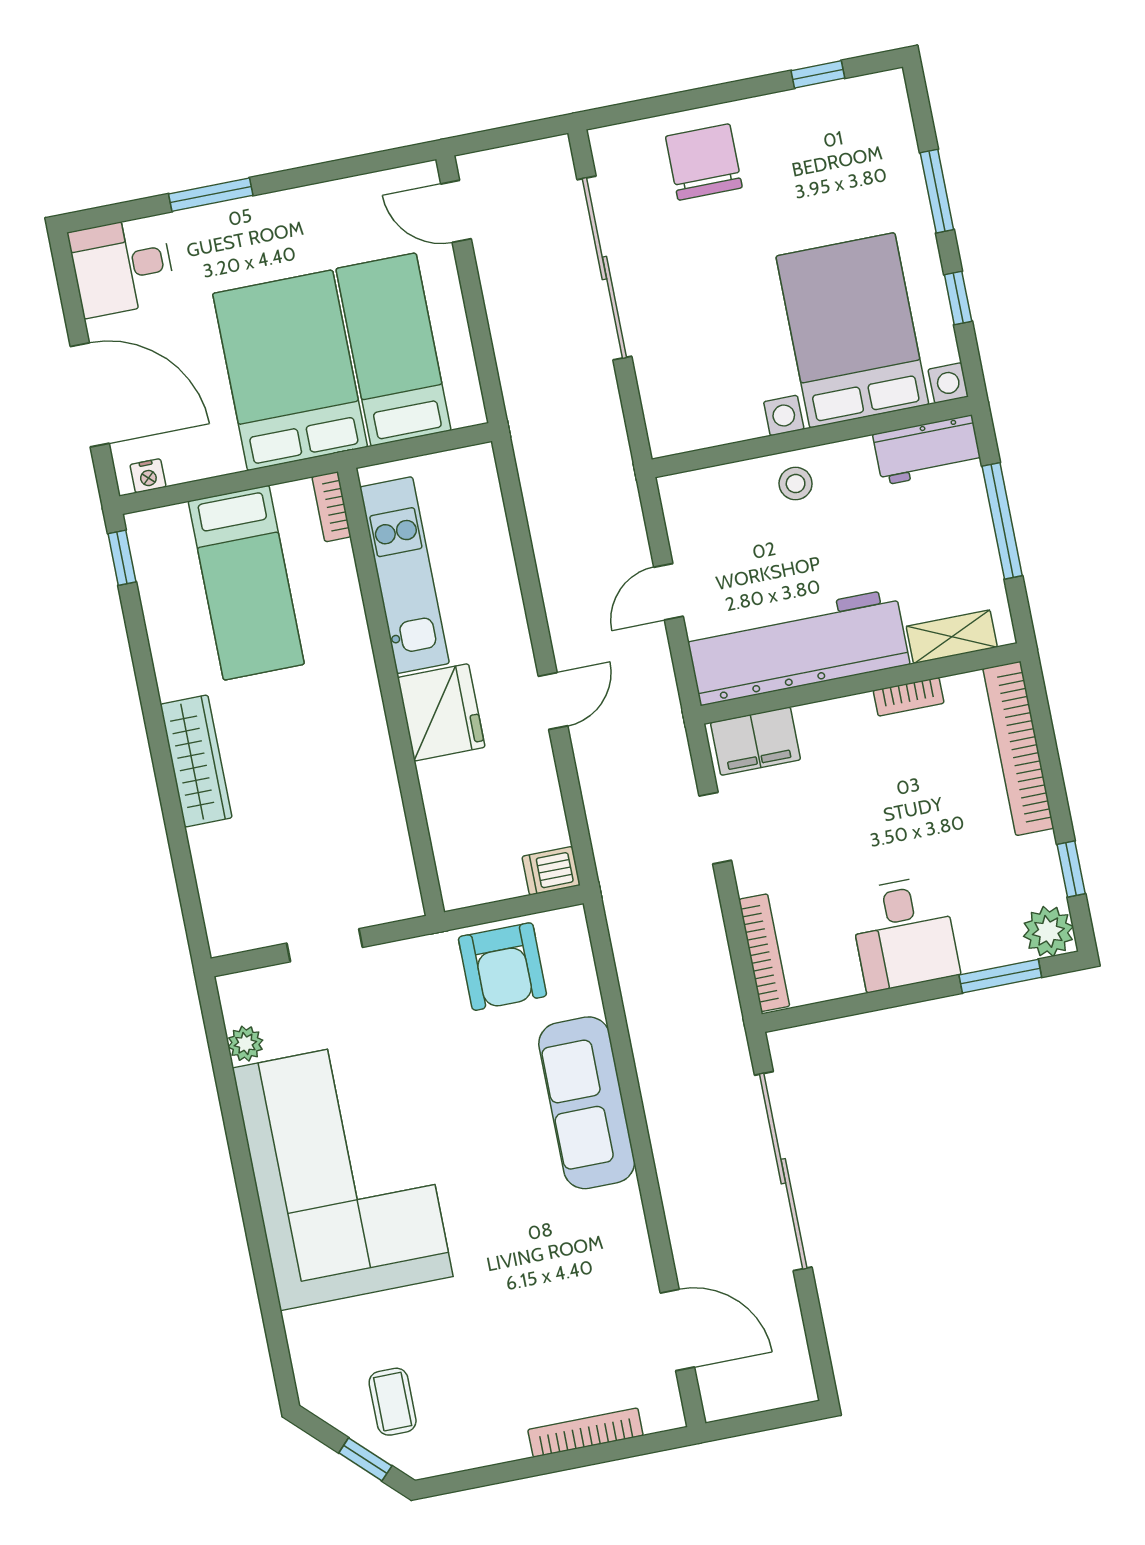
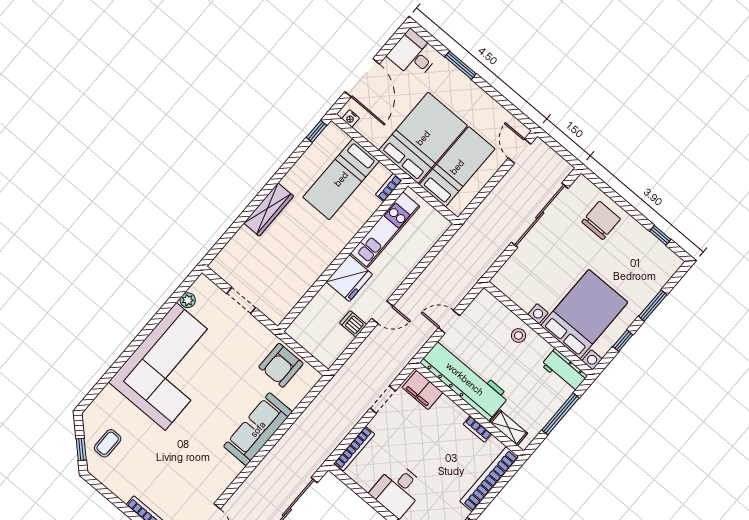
dishwasher: (551, 871) -> (353, 324), moved

